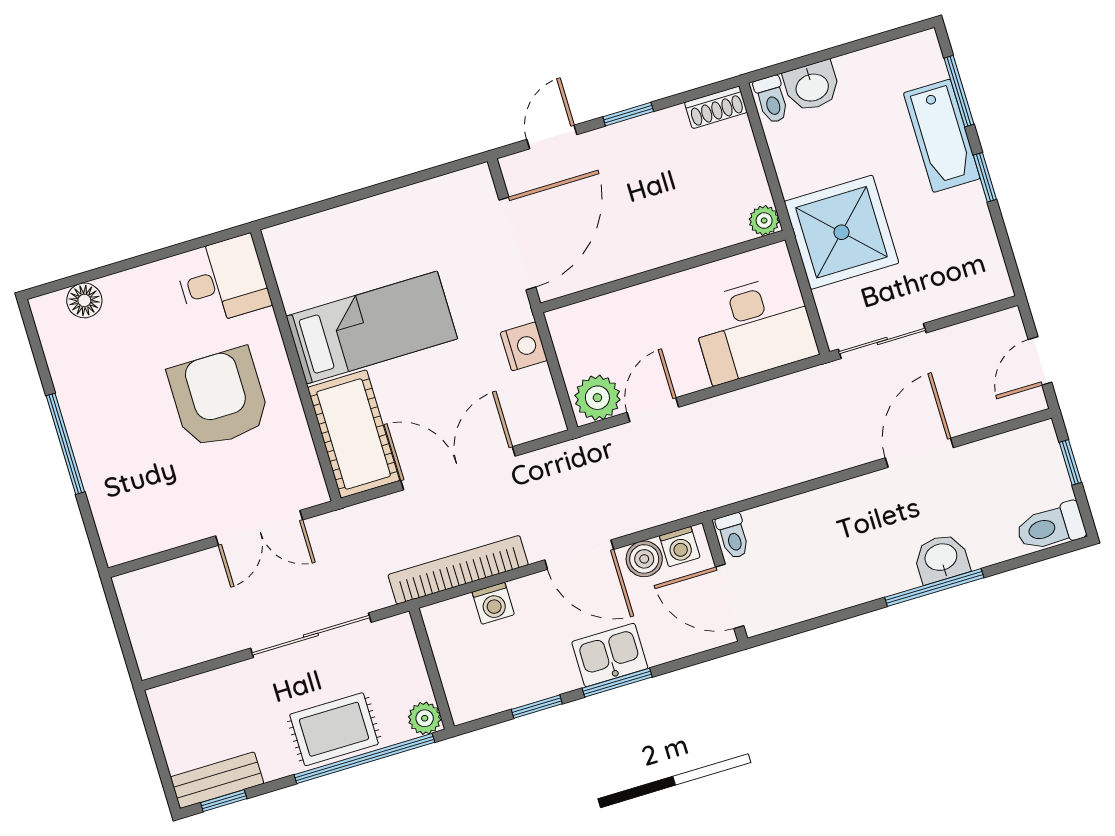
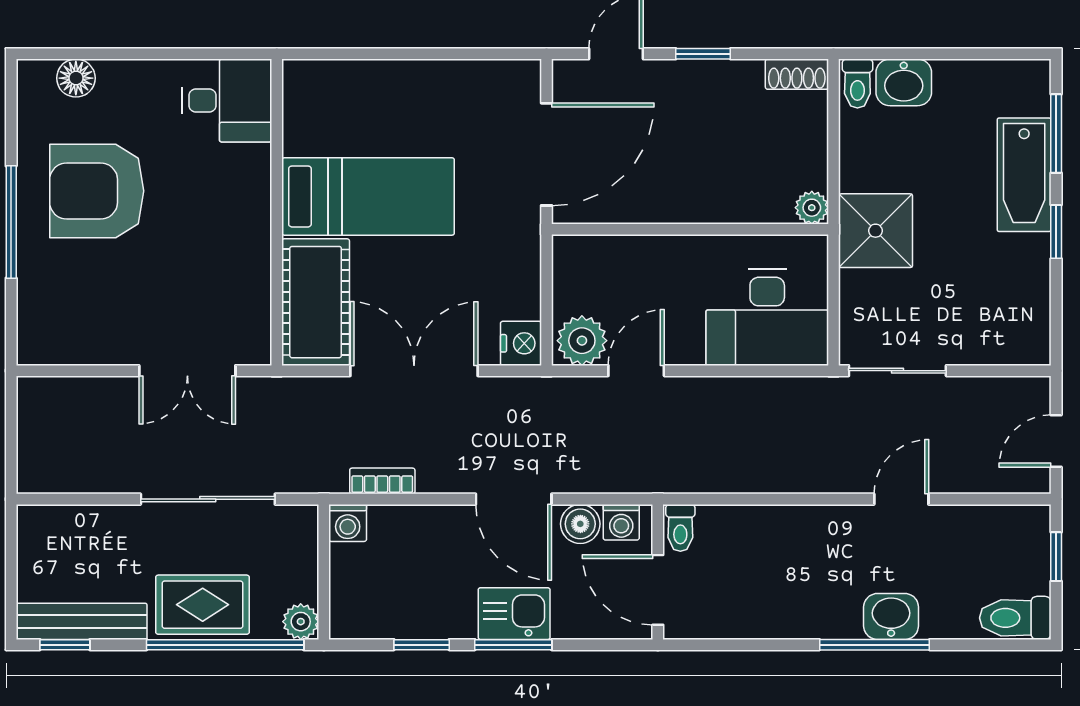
shower: (842, 232) -> (875, 231), width x0.73, depth x0.73
nightstand: (524, 346) -> (521, 343), moved
armchair: (219, 398) -> (97, 191), moved, turned -90
door: (919, 453) -> (901, 499), width x0.73
bookcase: (458, 570) -> (382, 481), width x0.43, depth x0.76
washing machine: (493, 603) -> (348, 523), moved
bench: (217, 780) -> (82, 621), width x1.36

